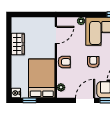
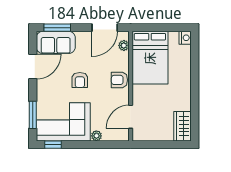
wardrobe: (18, 44) -> (183, 126), moved
window: (29, 100) -> (167, 28), removed
door: (85, 100) -> (105, 28), moved

